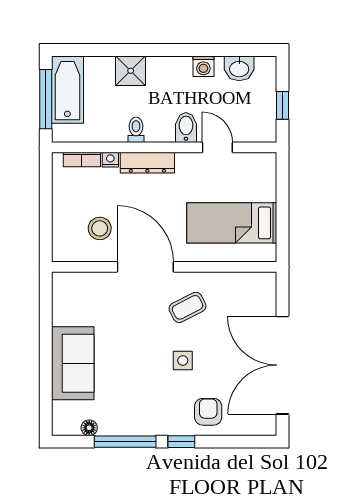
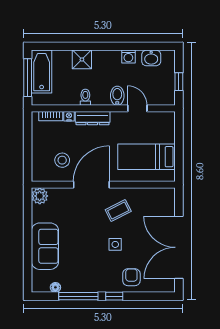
door: (145, 267) -> (91, 185), hinge flipped
plant: (64, 285) -> (40, 196), added

